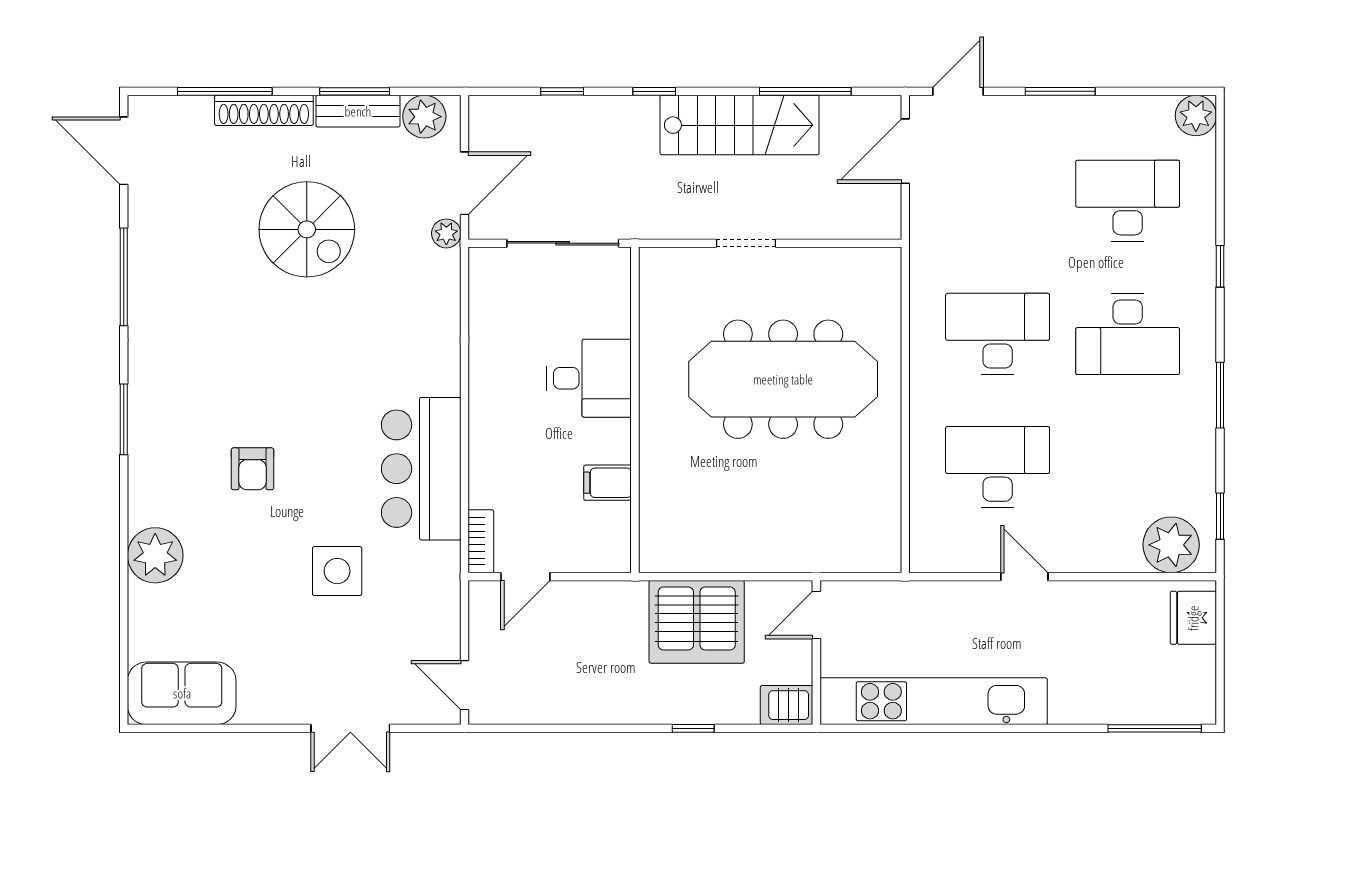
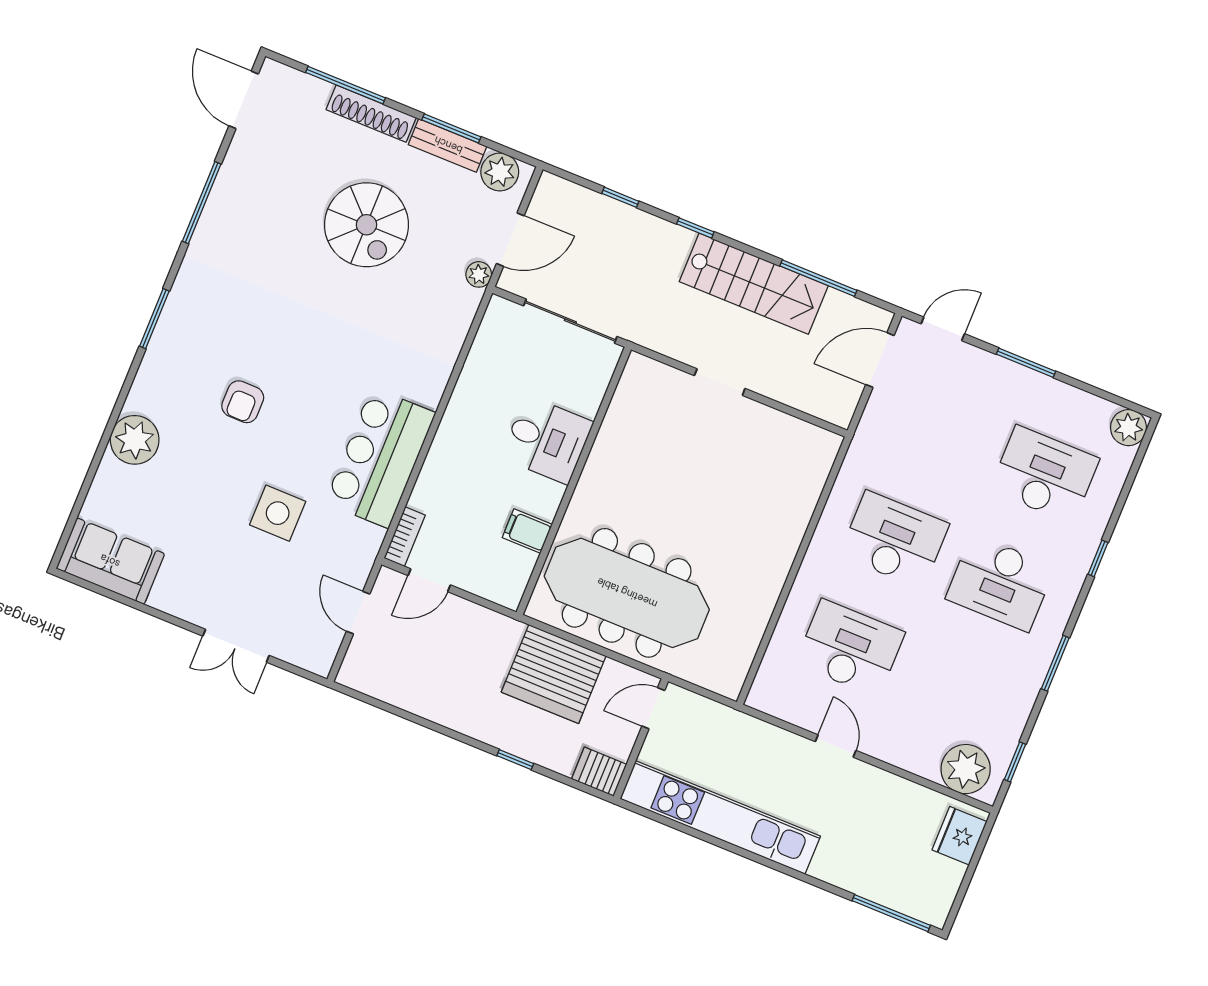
meeting table: (783, 379) -> (627, 593), moved
door: (465, 685) -> (358, 613), moved

